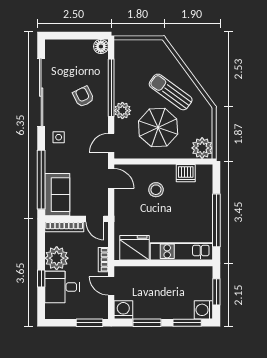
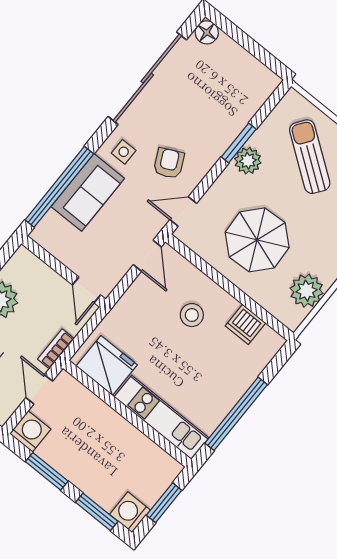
floor lamp: (101, 46) -> (207, 32), moved
window: (111, 88) -> (239, 143), width x0.47
sun lounger: (171, 92) -> (310, 157), moved
armchair: (83, 97) -> (169, 163), moved
plant: (122, 111) -> (248, 161), moved
plant: (202, 148) -> (307, 291), moved
sofa: (57, 195) -> (88, 192), moved
bookcase: (64, 227) -> (40, 269), removed

